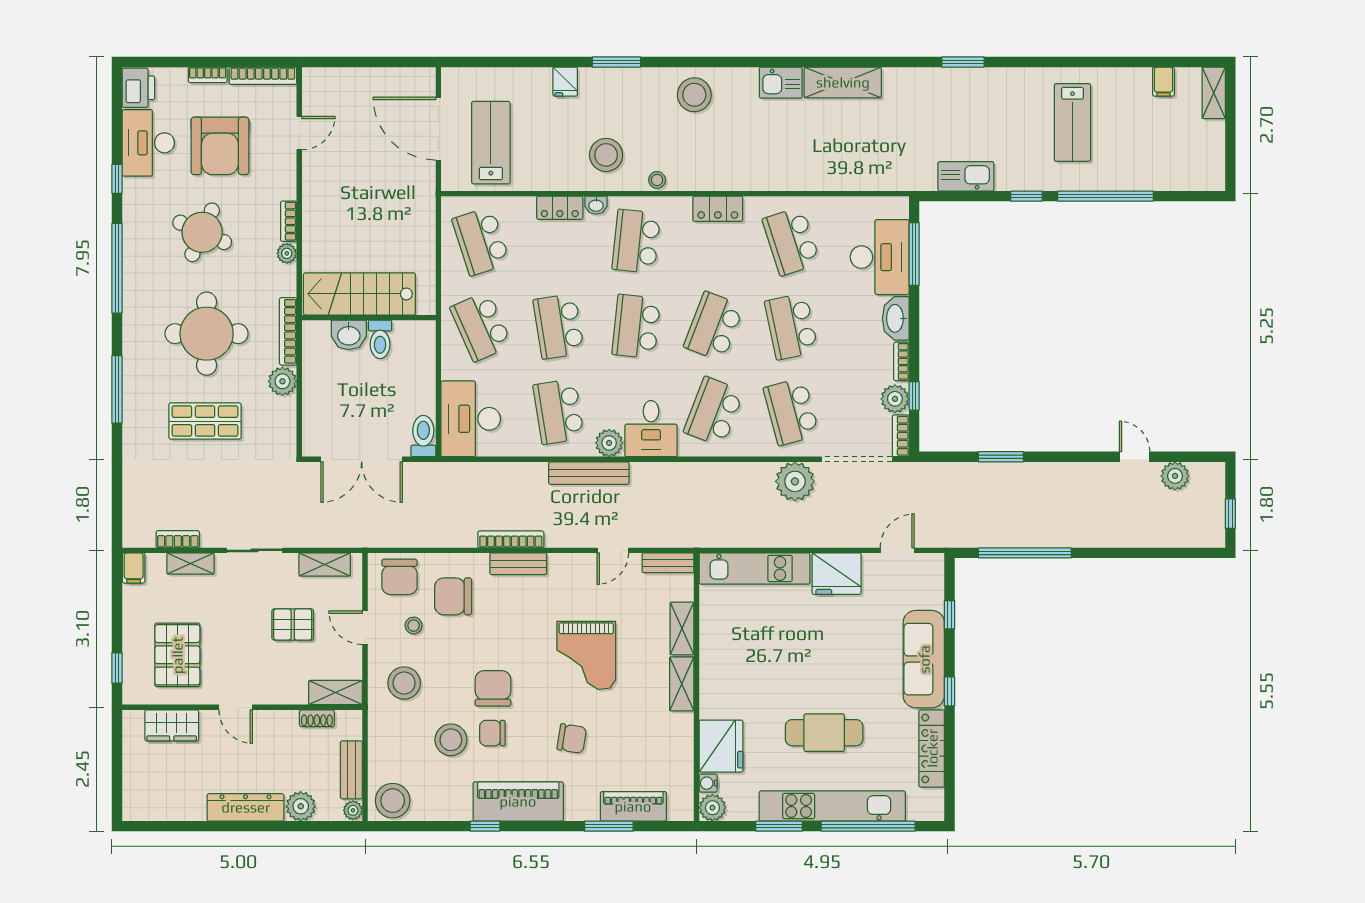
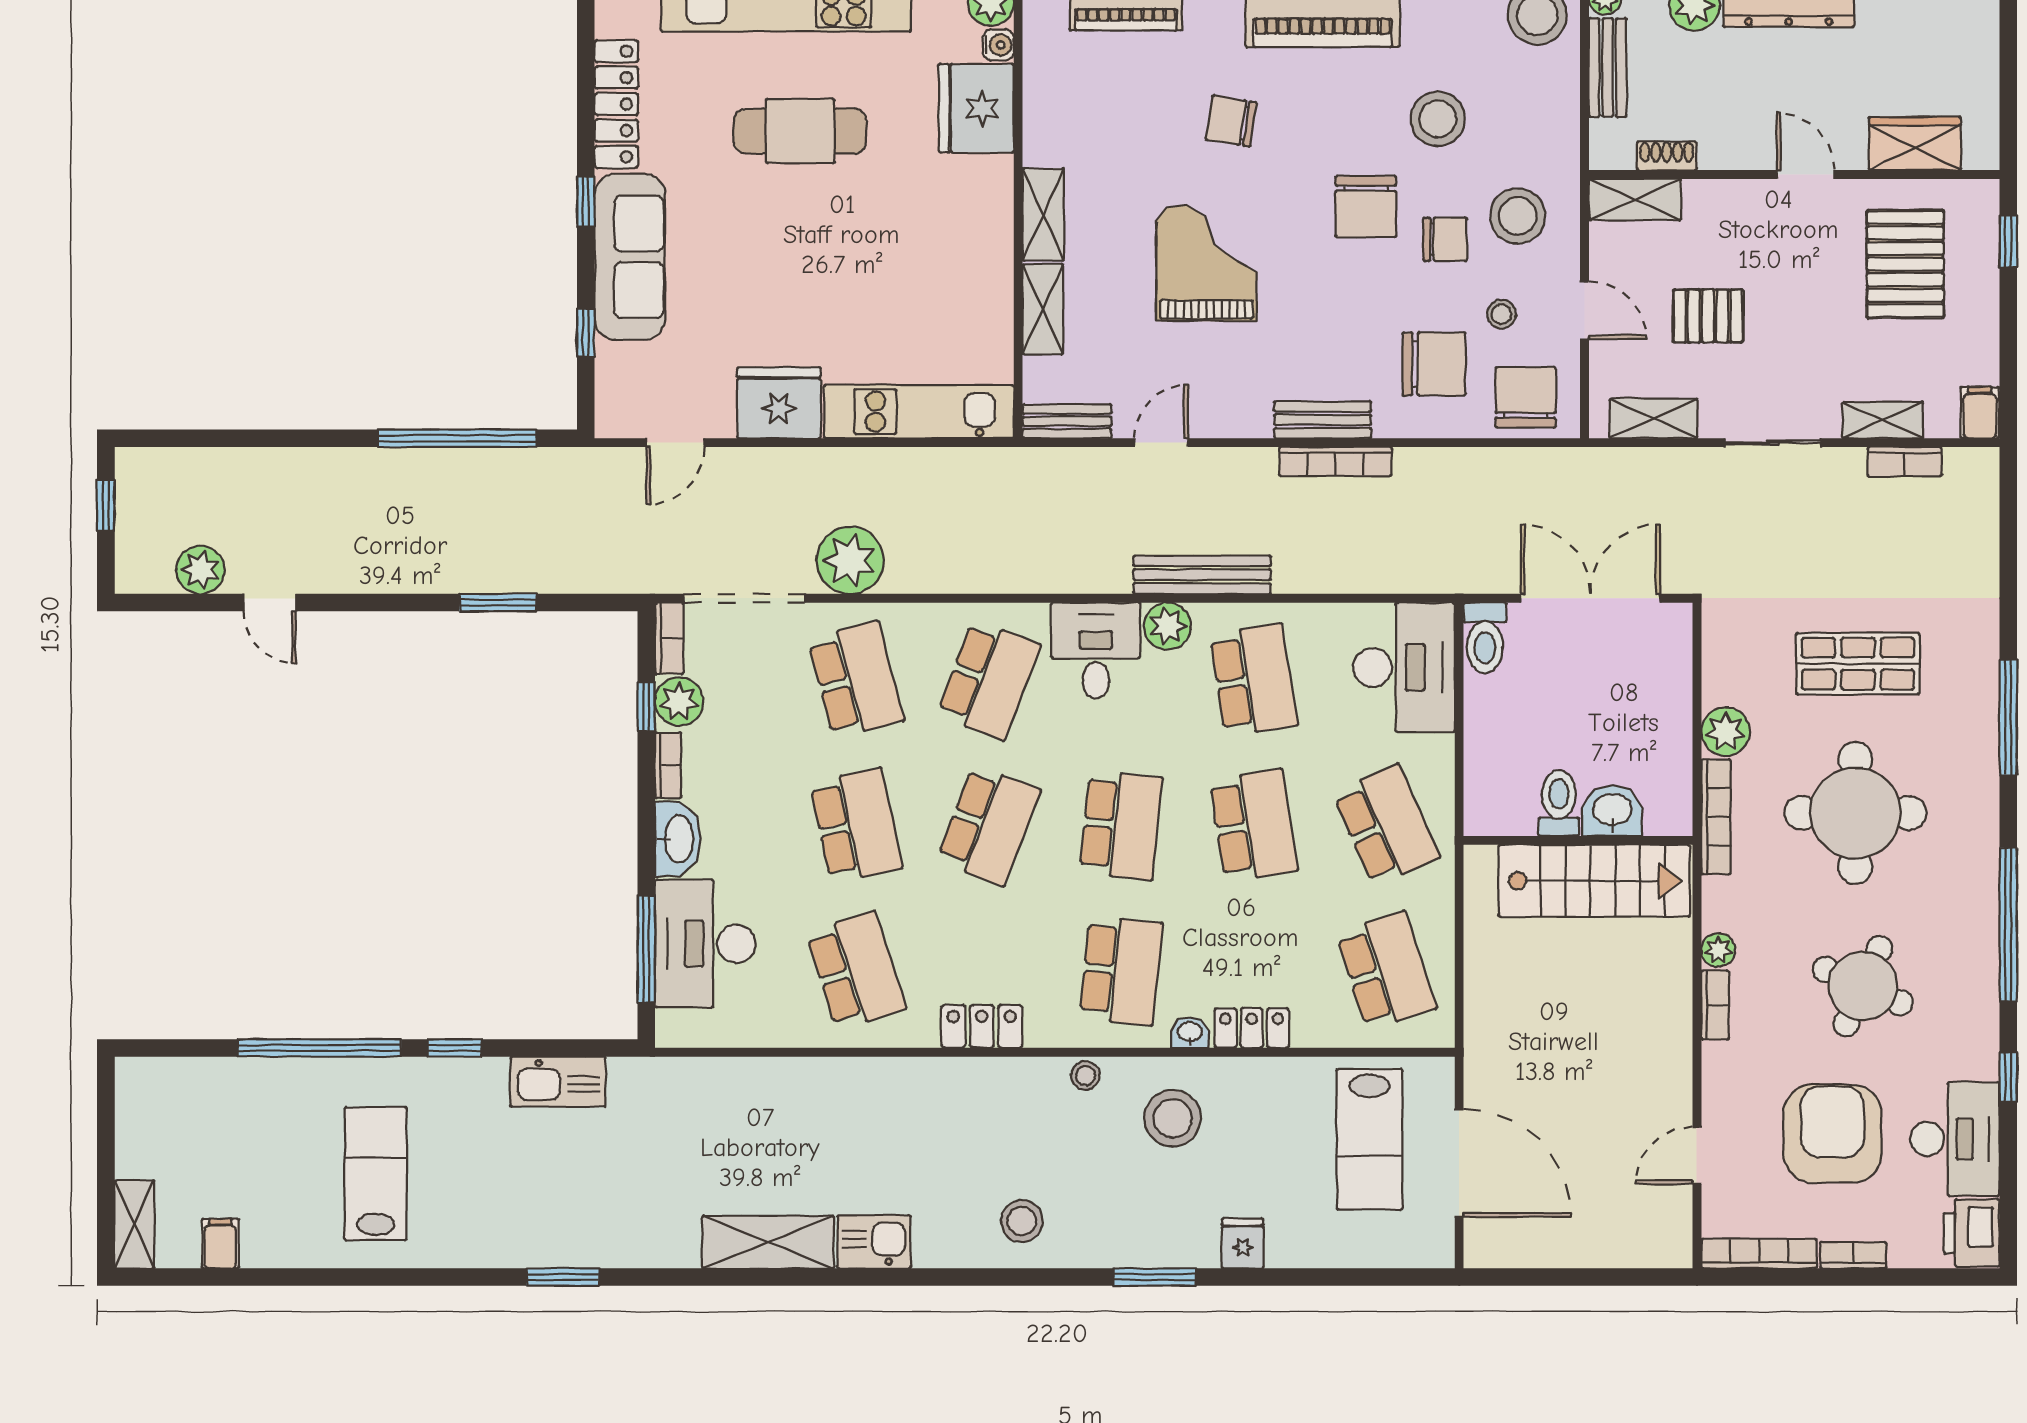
stool: (694, 95) -> (1022, 1221), width x0.73, depth x0.73
chair: (492, 733) -> (1445, 239), moved

